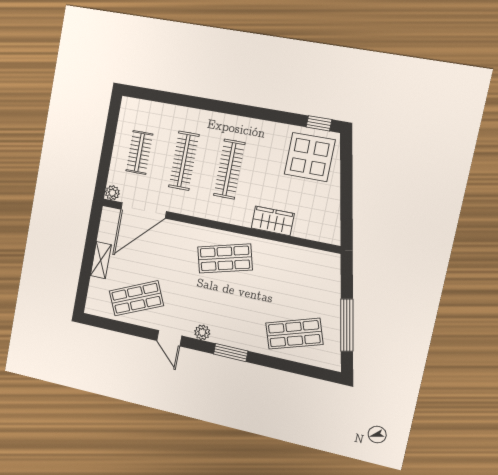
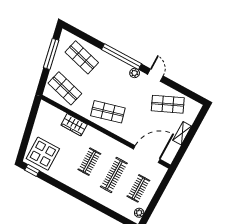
clothes rail: (229, 169) -> (89, 162), width x0.73
plant: (112, 193) -> (139, 213), moved
shop shelf: (306, 275) -> (65, 88), added
shop shelf: (294, 334) -> (82, 57), turned 33
window: (231, 353) -> (122, 57), width x2.11

